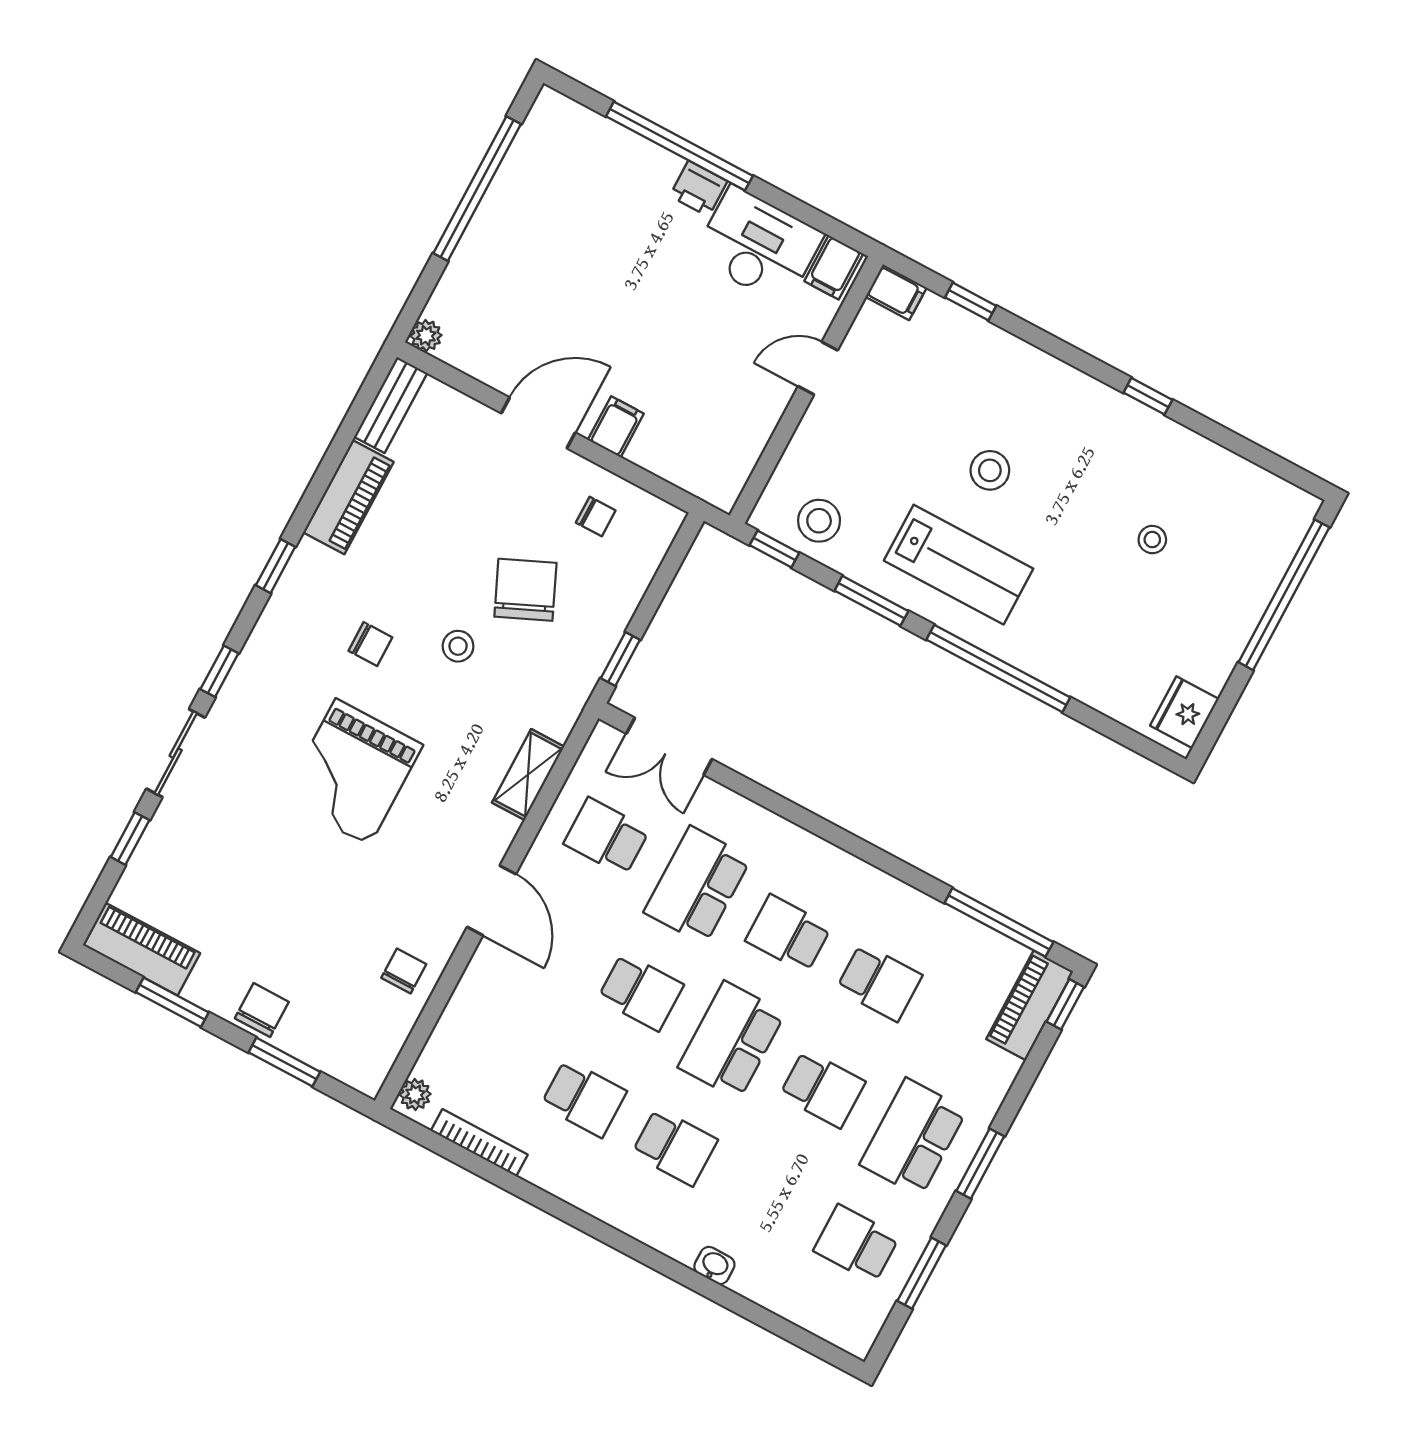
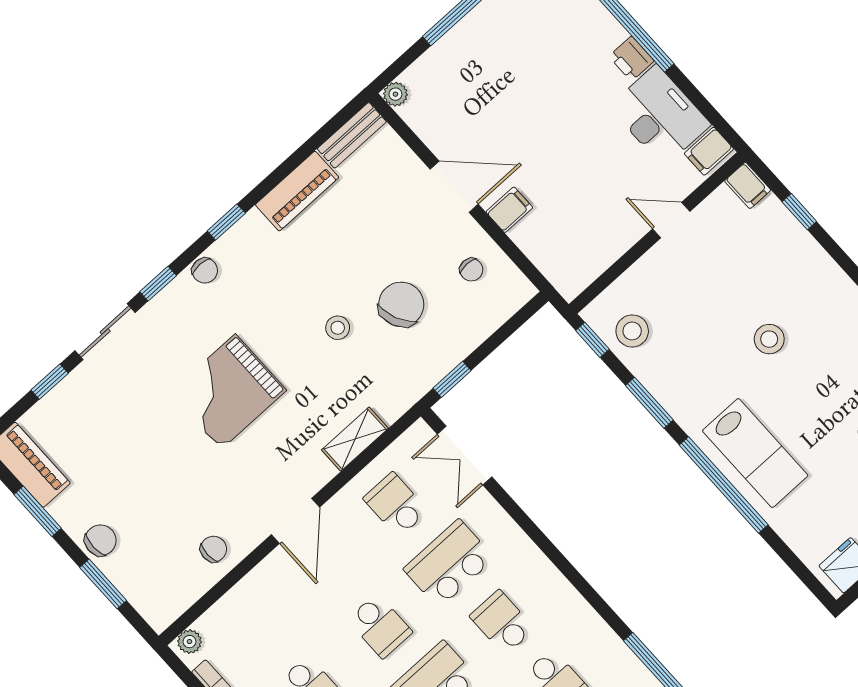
lab bench: (959, 565) -> (755, 453), moved
chair: (370, 644) -> (205, 271), moved

